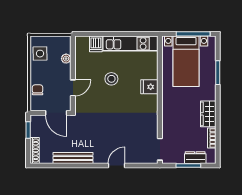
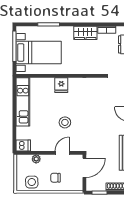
dishwasher: (96, 44) -> (23, 146), moved
stool: (111, 79) -> (65, 122), moved
door: (73, 88) -> (62, 153), hinge flipped
chair: (38, 90) -> (55, 178), moved

